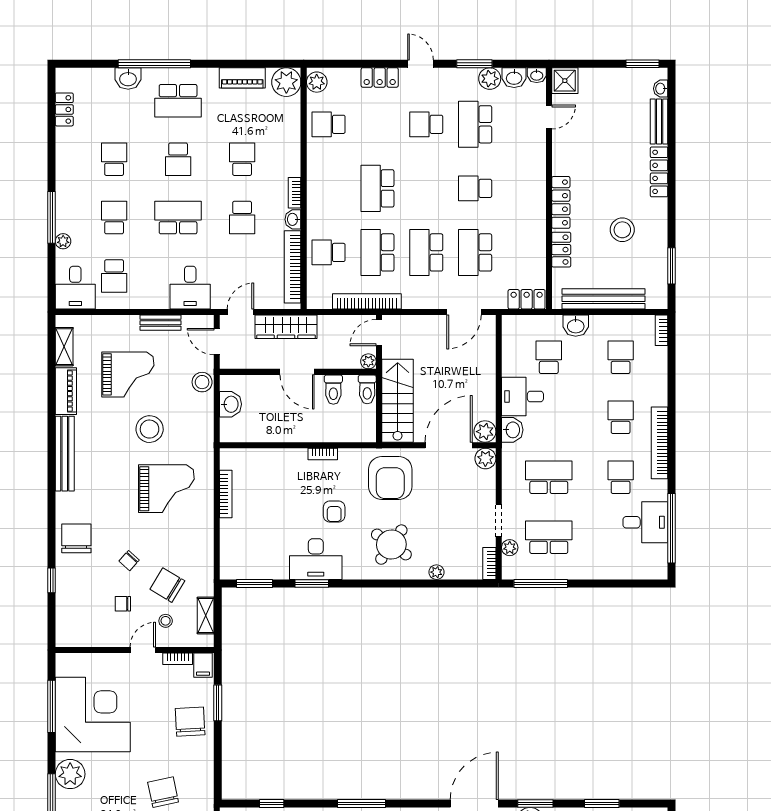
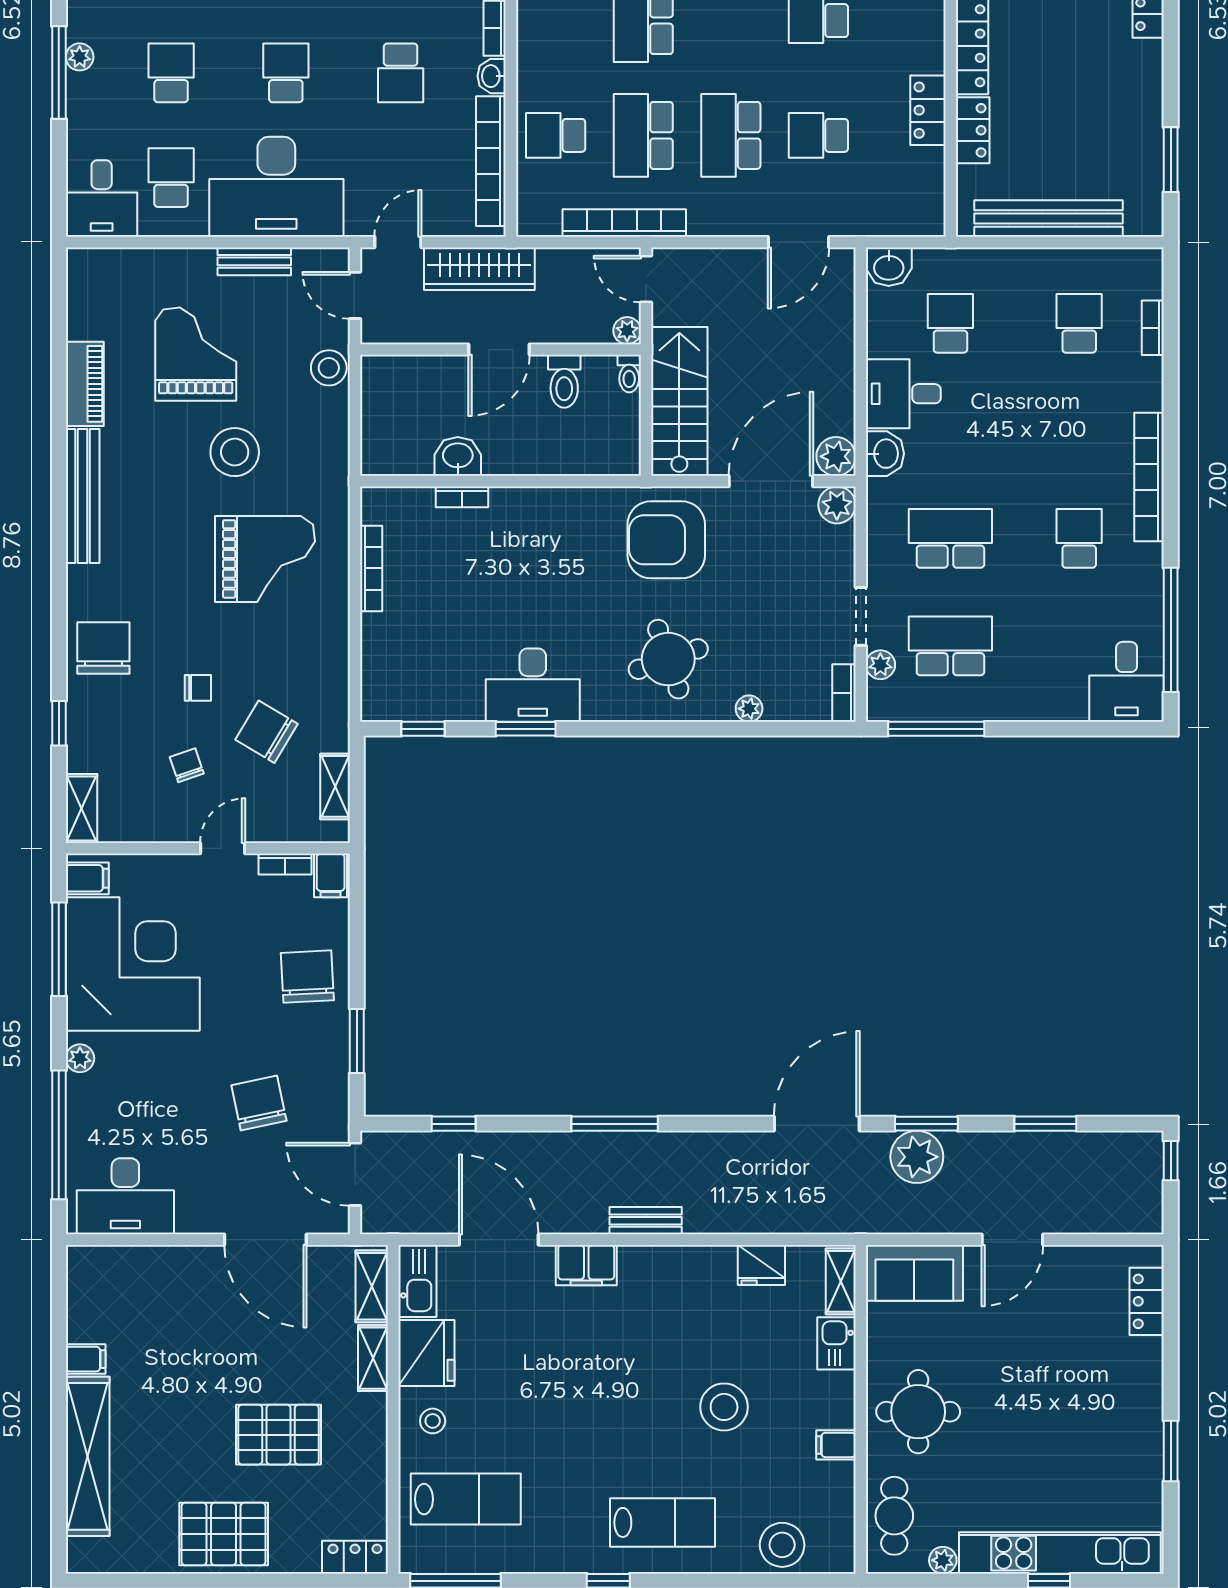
school desk: (178, 218) -> (286, 73), width x0.54
stool: (622, 230) -> (1082, 95), removed
plant: (63, 241) -> (80, 57), moved
school desk: (475, 252) -> (818, 135), width x0.54
school desk: (114, 276) -> (171, 178), turned 180
desk: (190, 288) -> (276, 187), width x1.87, depth x1.30
locker: (527, 299) -> (928, 110), moved, turned -90
washbasin: (576, 326) -> (889, 267), moved
bookcase: (662, 330) -> (1153, 328), moved
door: (379, 333) -> (646, 279), hinge flipped
shelving: (64, 347) -> (81, 808), moved
door: (297, 372) -> (499, 350), hinge flipped
grand piano: (128, 374) -> (196, 354), turned -90
toilet: (367, 389) -> (629, 374), width x0.73, depth x0.72
washbasin: (230, 404) -> (458, 456), moved, turned -90
school desk: (621, 417) -> (1079, 431), removed
bookcase: (323, 454) -> (462, 497), moved
armchair: (390, 478) -> (666, 540), turned 90
armchair: (334, 512) -> (566, 600), removed
desk: (645, 522) -> (1127, 682), moved, turned 90
round table: (391, 545) -> (668, 659), turned 36
chair: (129, 561) -> (198, 688), turned -132
window: (255, 583) -> (423, 729), width x0.67
chair: (123, 604) -> (187, 765), turned 71
stool: (166, 621) -> (263, 796), removed
filing cabinet: (67, 667) -> (87, 878), added
window: (218, 703) -> (357, 1041), moved
plant: (70, 774) -> (80, 1058), width x0.53, depth x0.53

